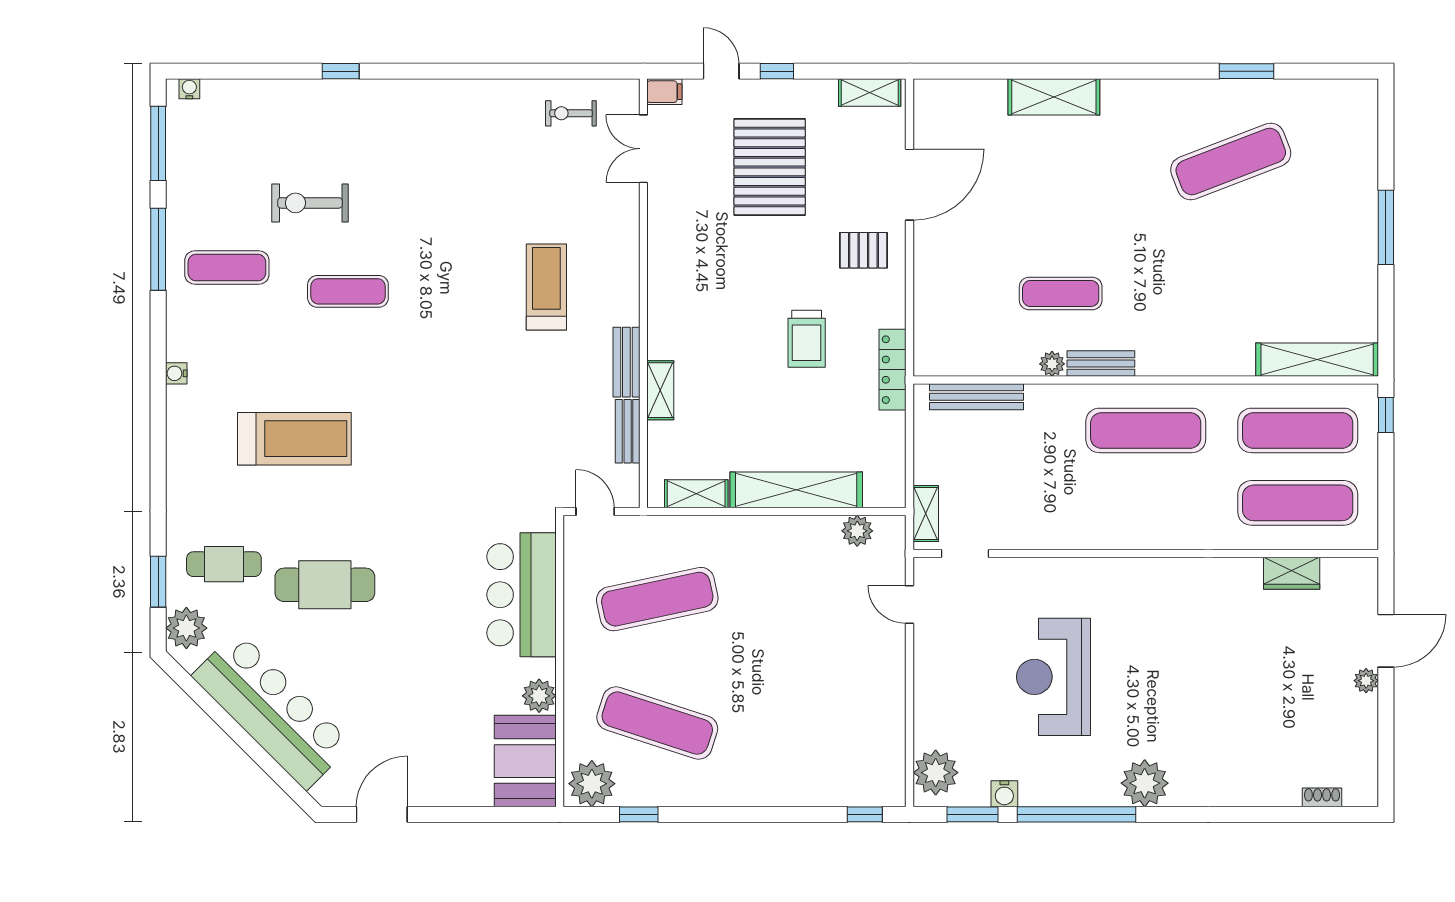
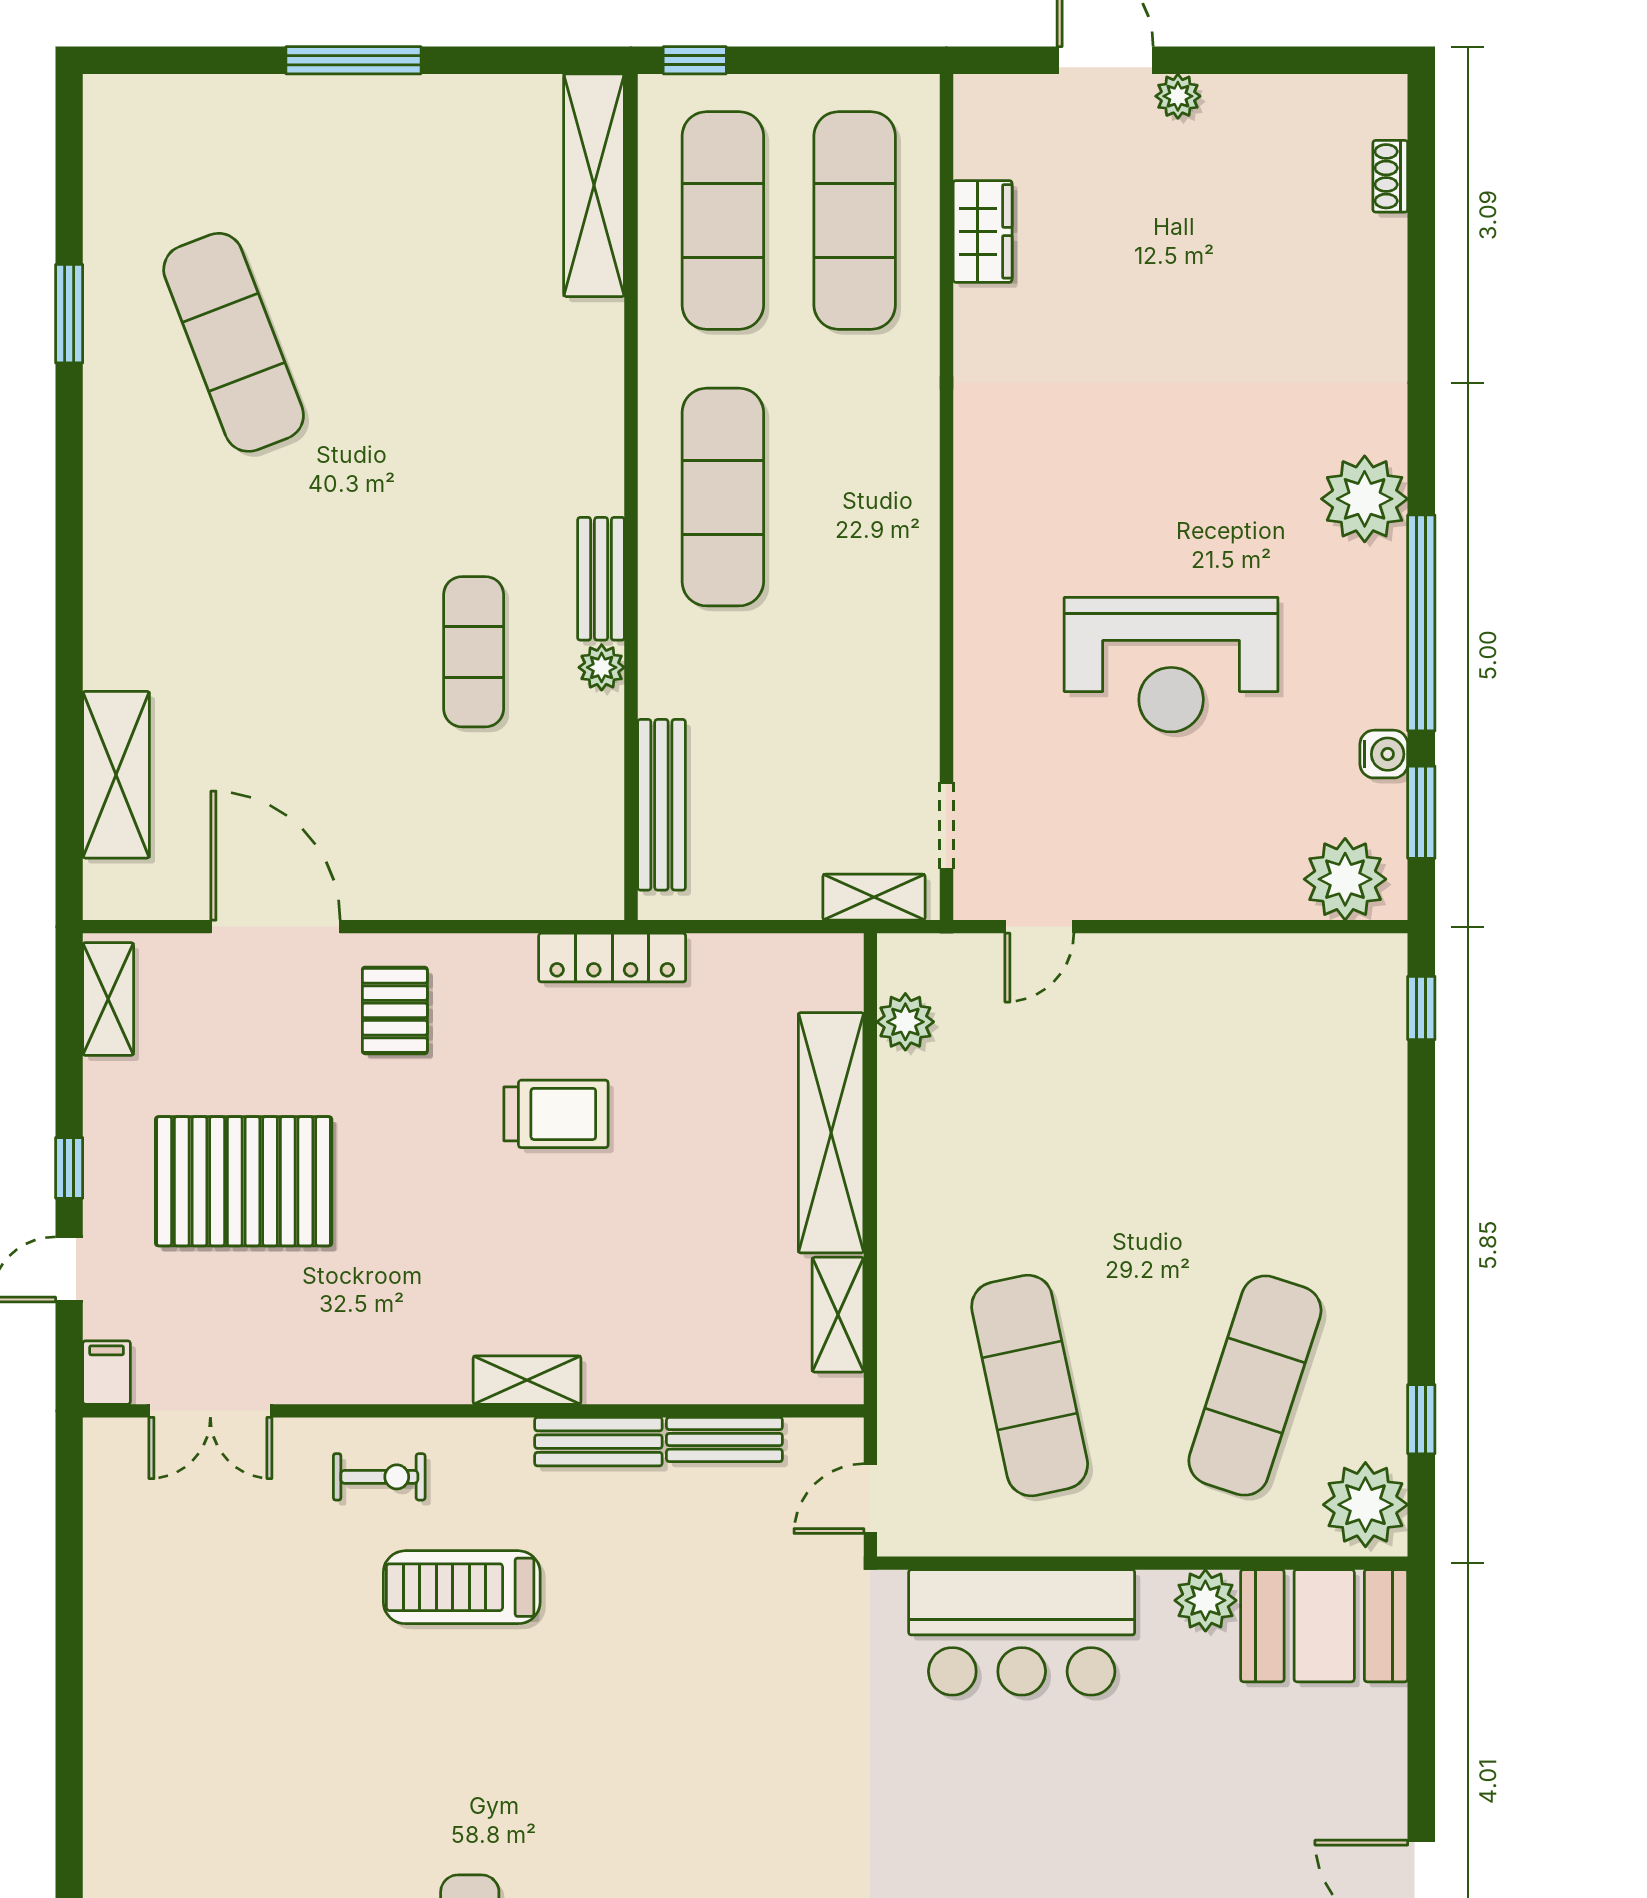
shelving: (1054, 97) -> (116, 775), moved
exercise bike: (571, 113) -> (379, 1477), moved, turned -90
shelving: (660, 390) -> (527, 1380), moved

